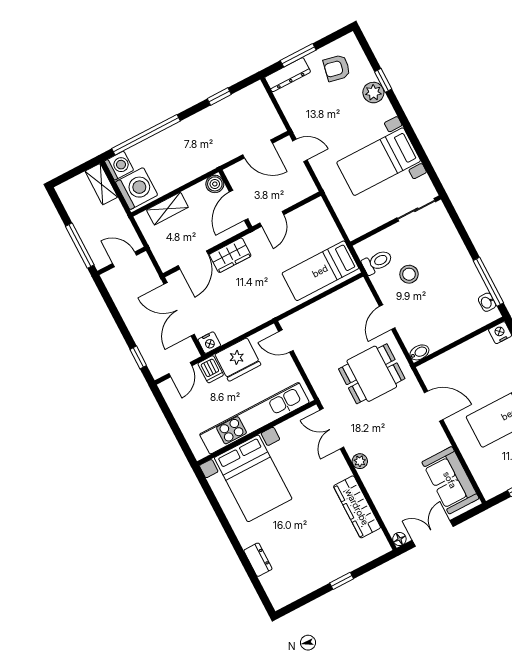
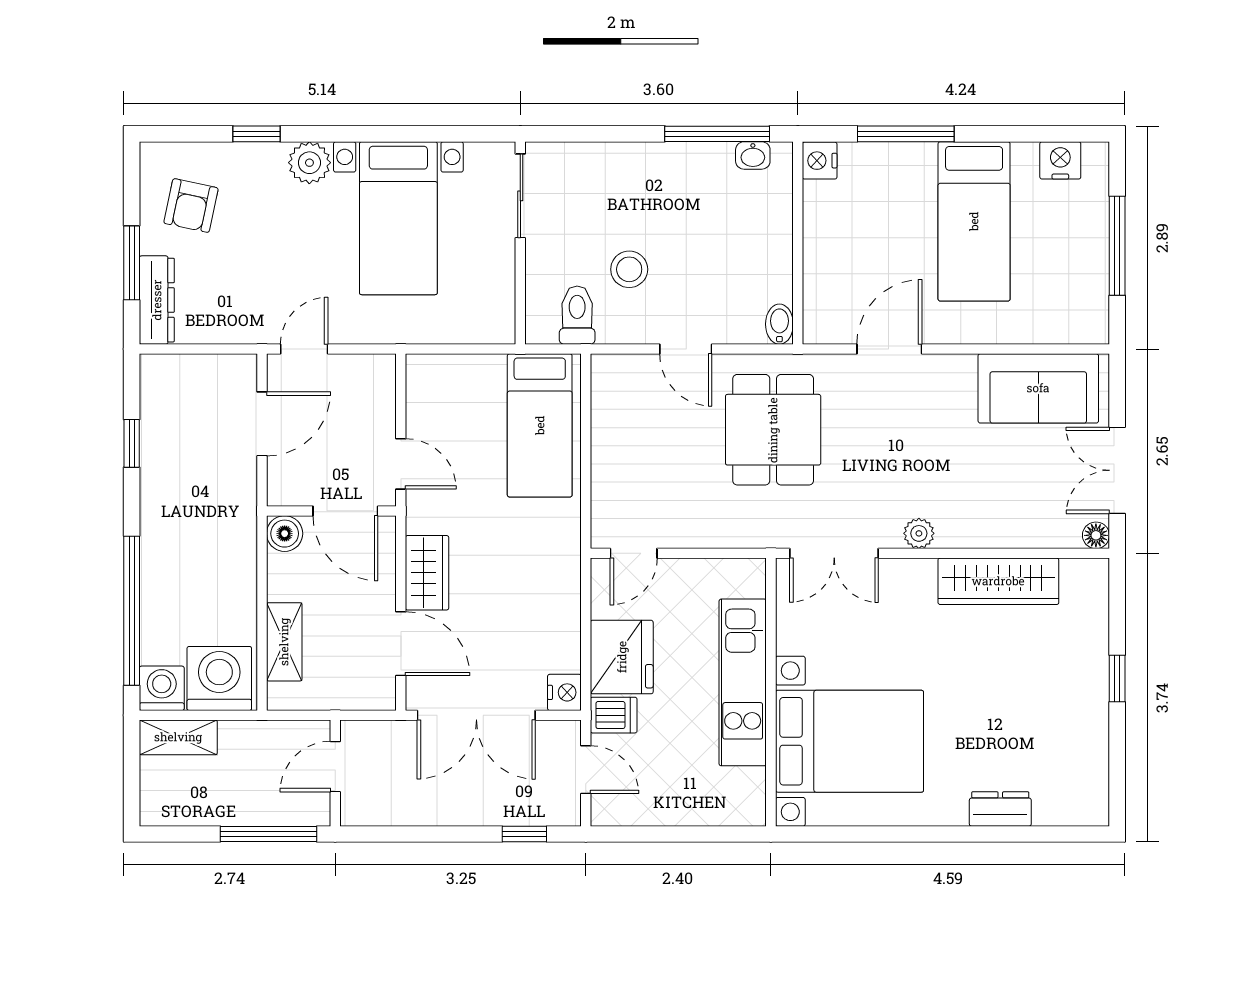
plant: (373, 93) -> (309, 163), moved
kitchen unit: (254, 418) -> (743, 682), width x0.73

